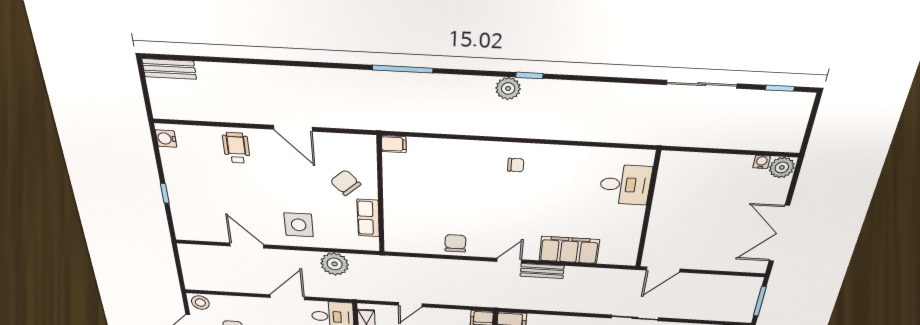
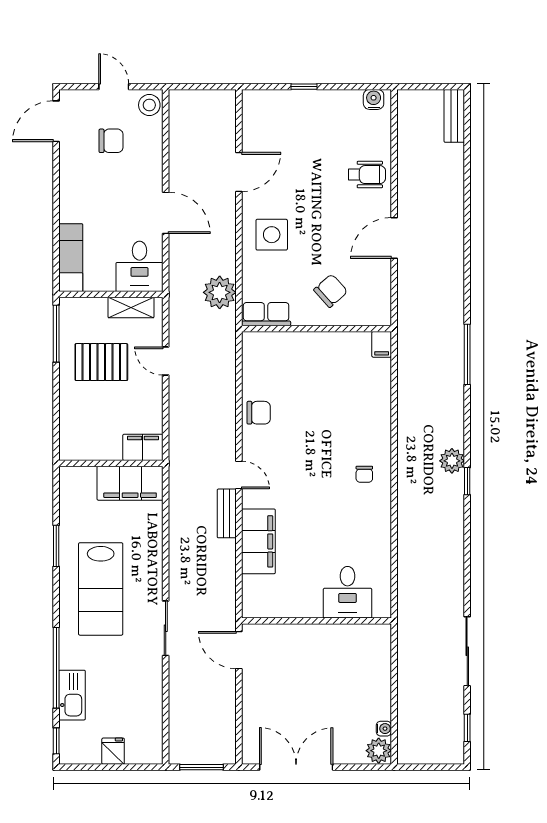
row of seats: (368, 218) -> (266, 314), moved
plant: (335, 264) -> (220, 292), moved

